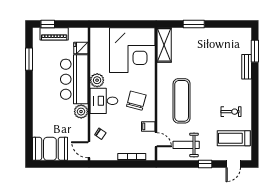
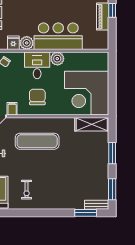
window: (231, 24) -> (112, 189), added
fridge: (81, 48) -> (13, 43), moved
bench: (247, 67) -> (97, 205), moved
chair: (136, 101) -> (37, 97), turned -105

